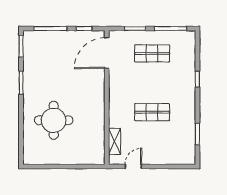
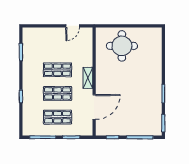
door: (107, 53) -> (94, 107), moved
shop shelf: (152, 83) -> (57, 93), added
round table: (54, 120) -> (122, 46), moved
shelving: (115, 142) -> (88, 78), moved

